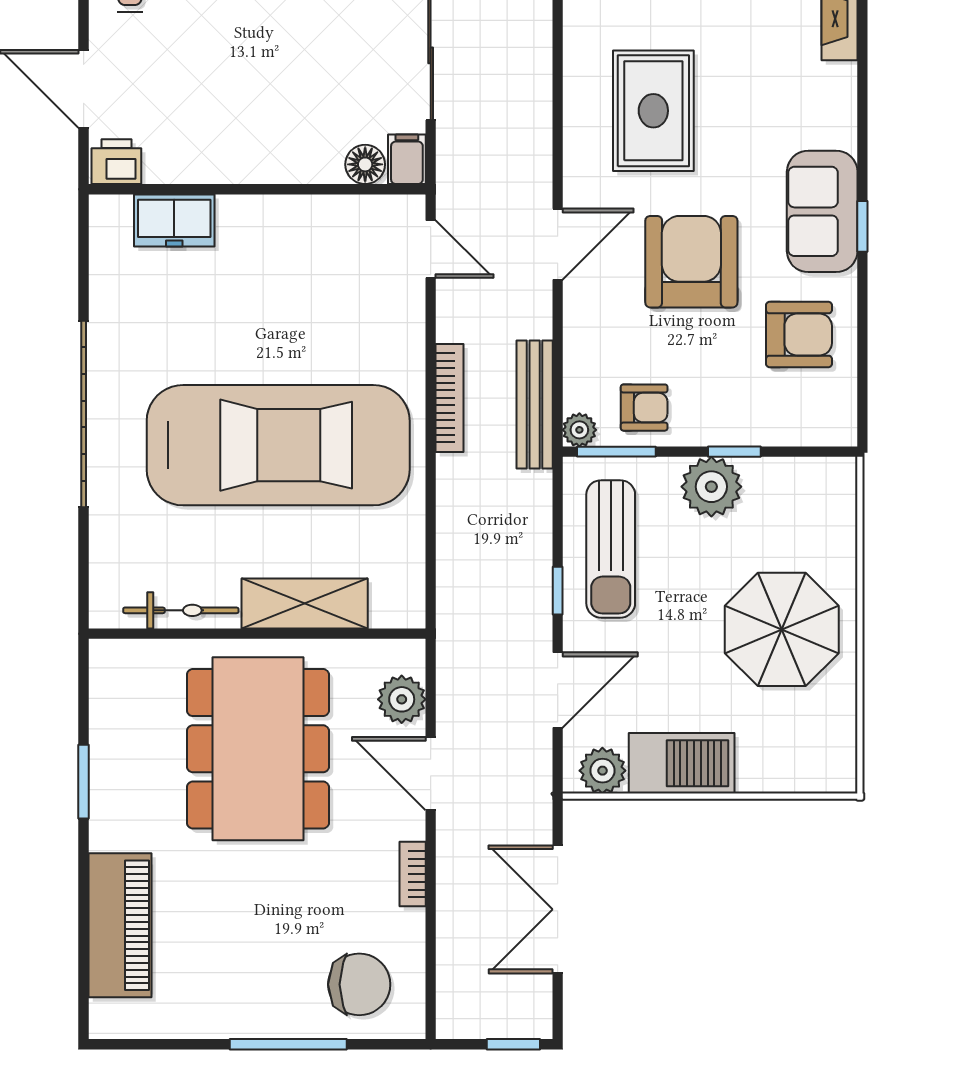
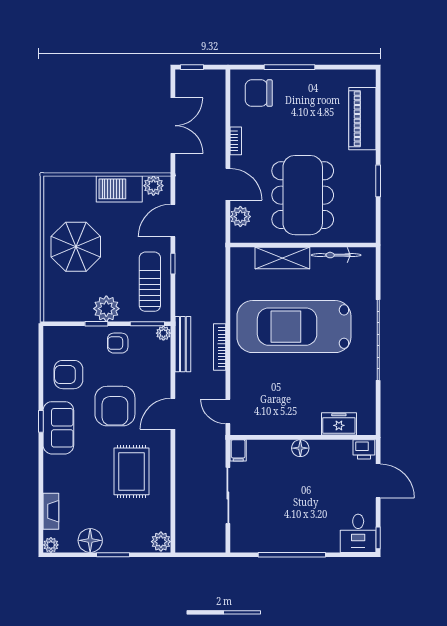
floor lamp: (365, 164) -> (300, 448), moved
armchair: (644, 408) -> (118, 343), moved

